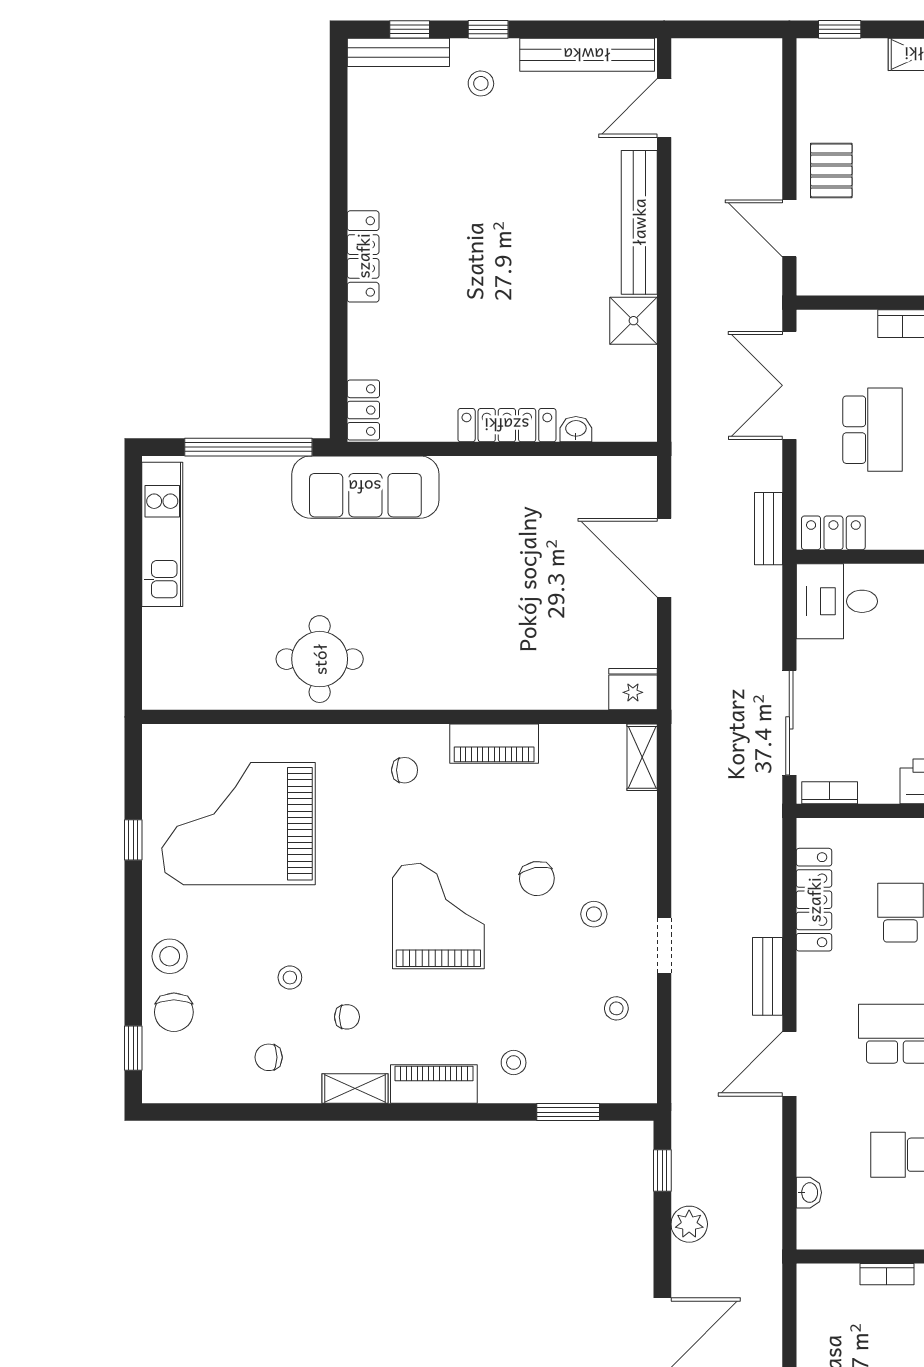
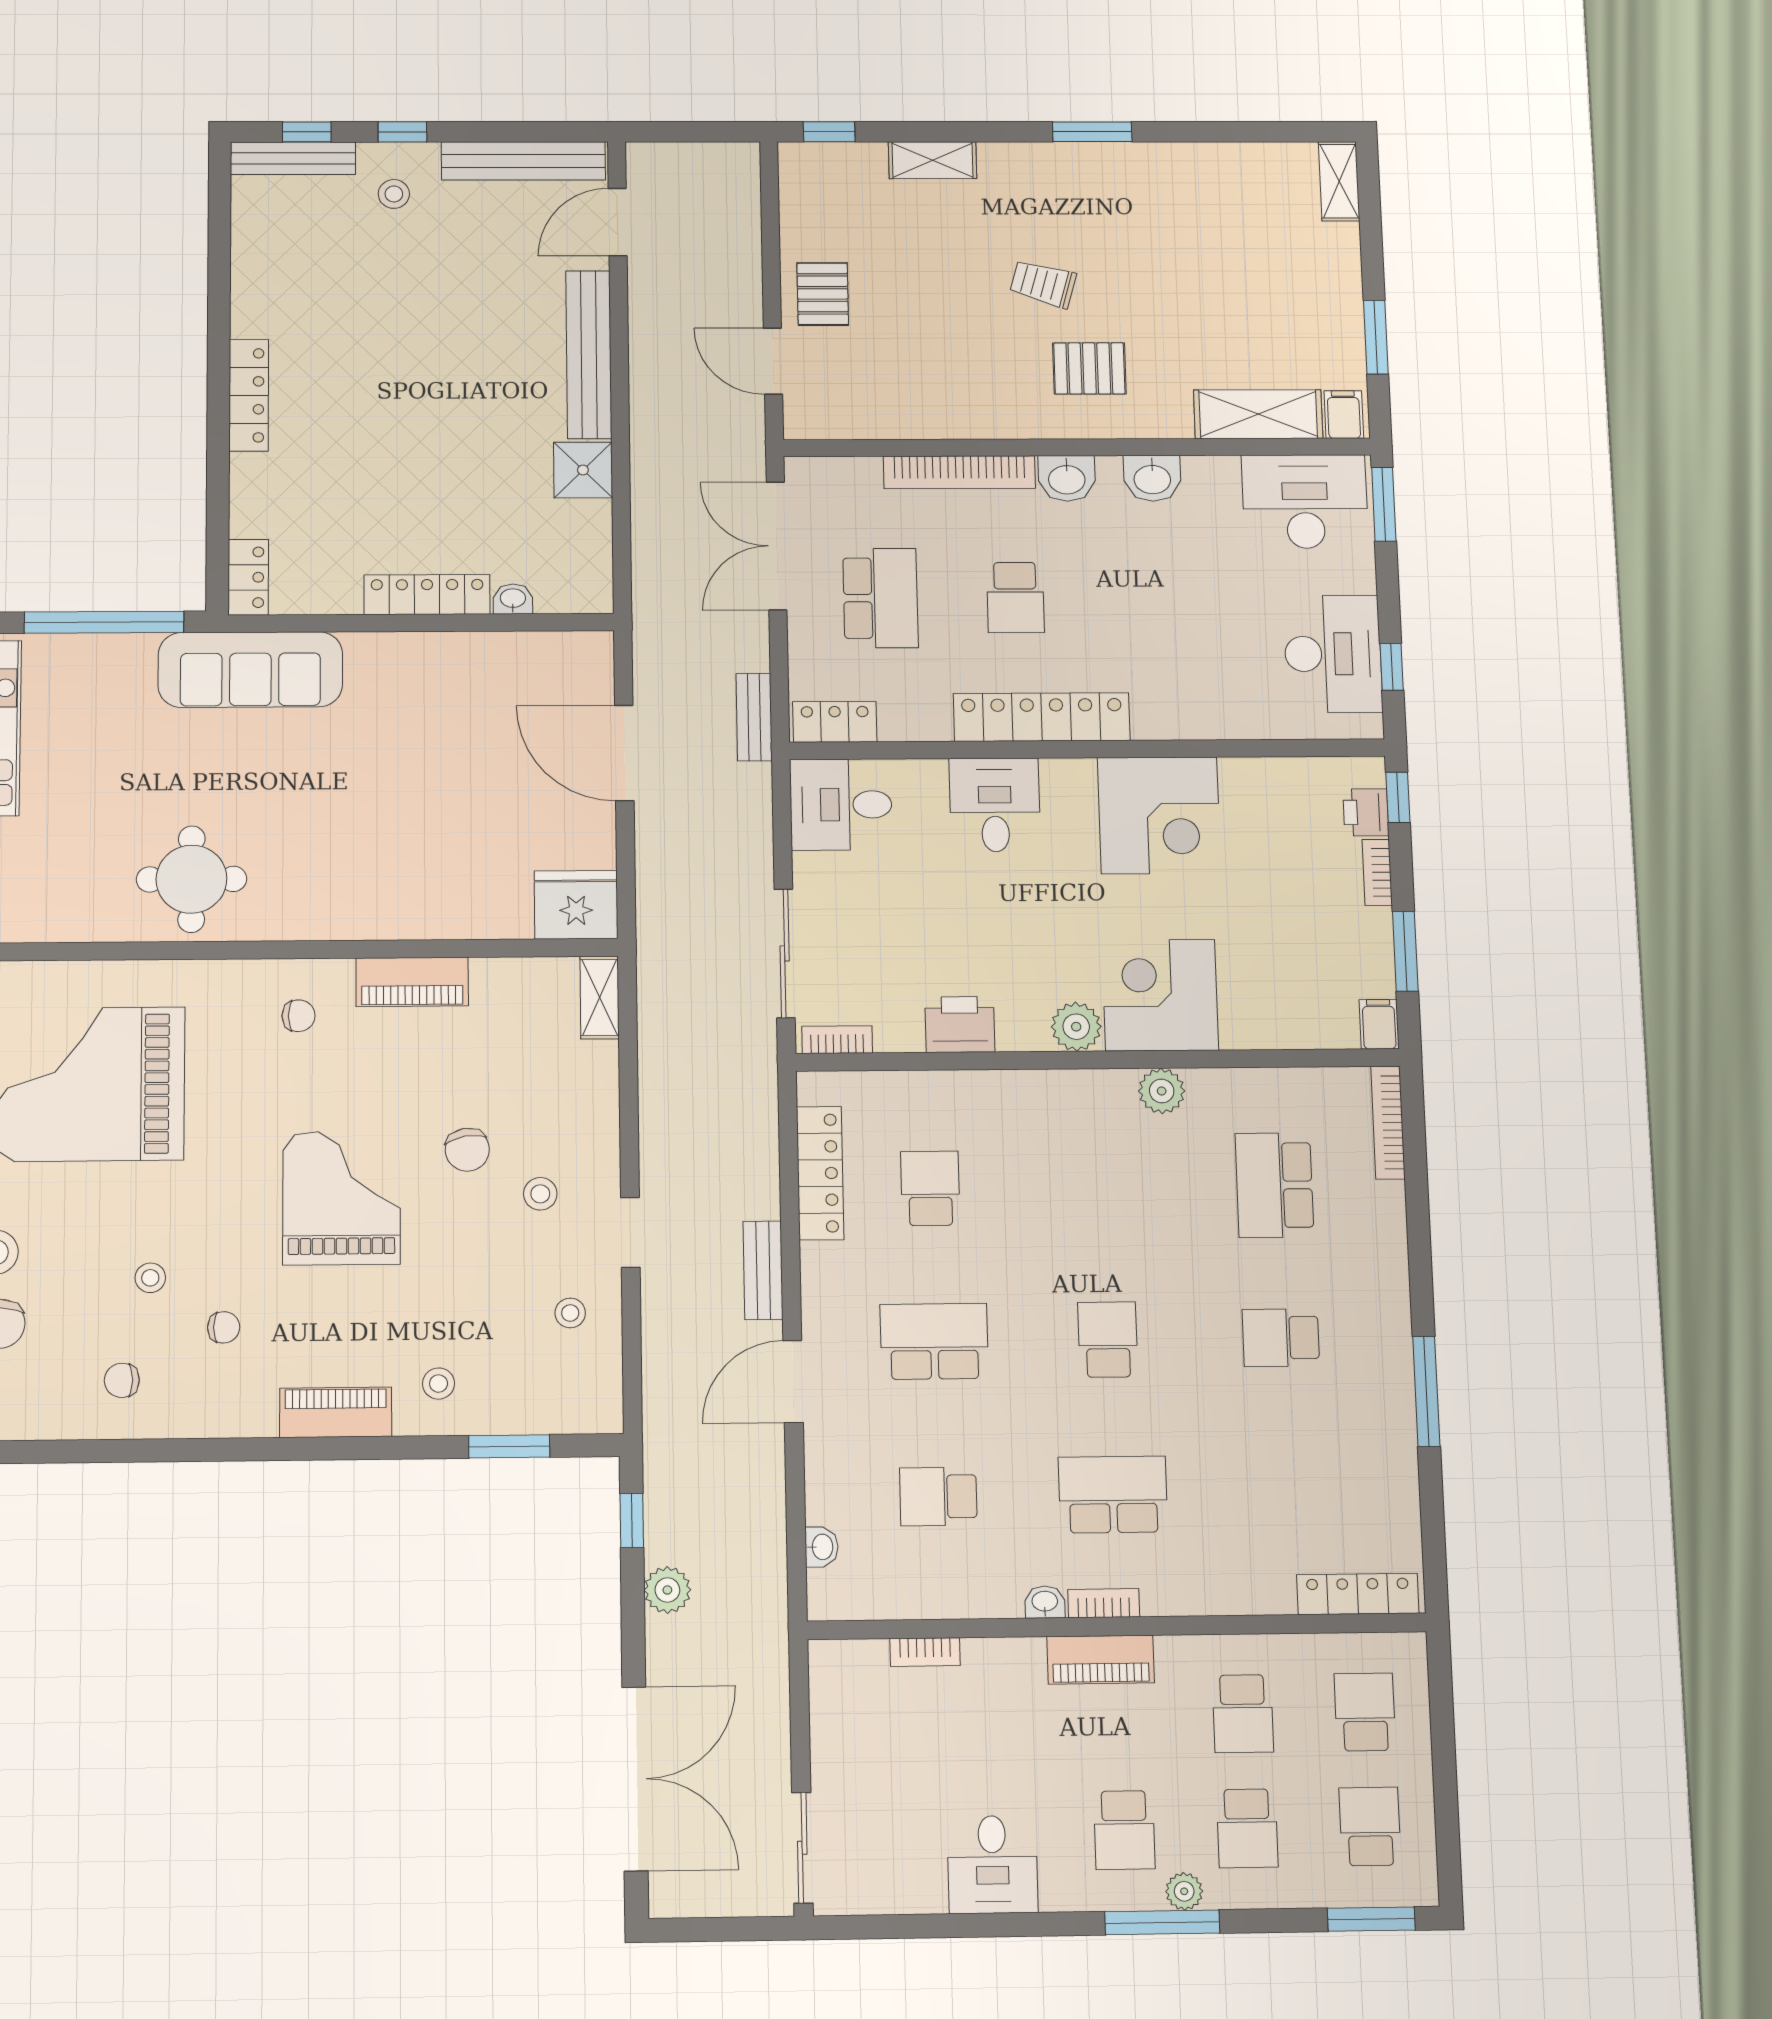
fridge: (633, 689) -> (576, 905), width x1.36, depth x1.34
shelving: (355, 1088) -> (233, 1419), removed

